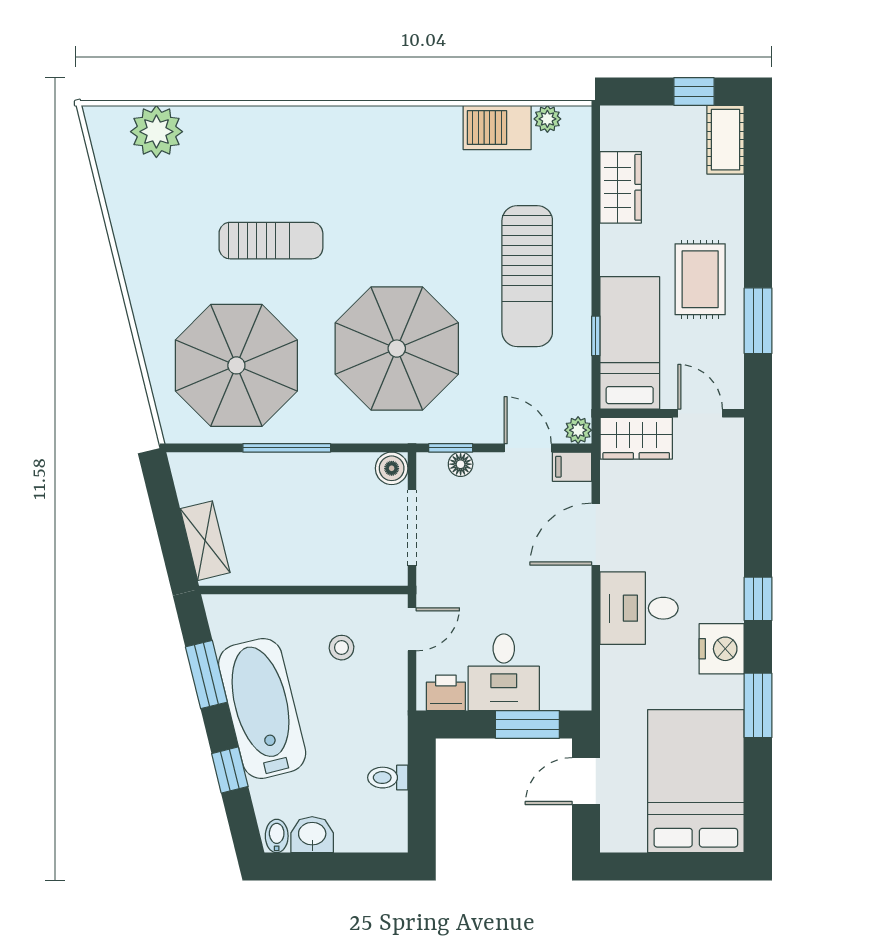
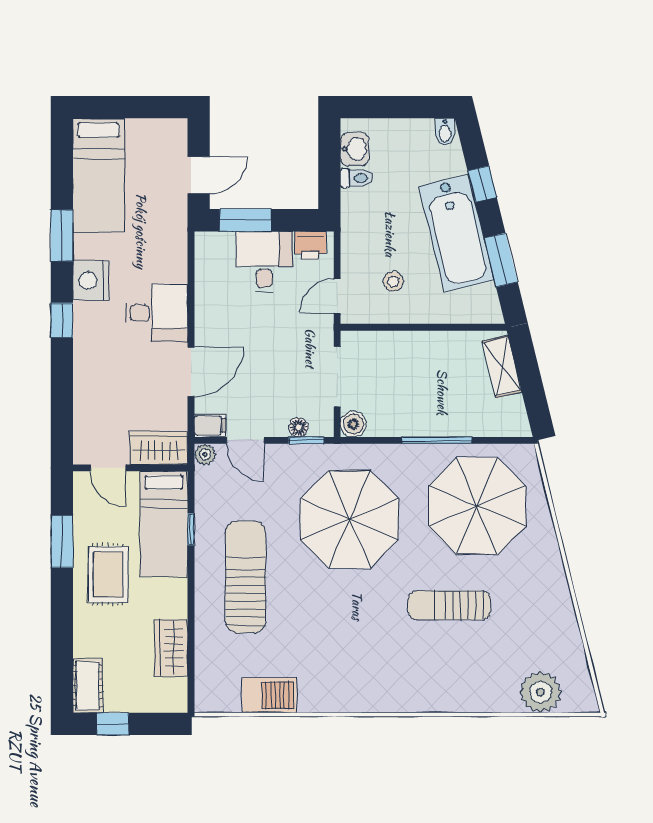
plant: (547, 119) -> (229, 702), removed
bed: (696, 781) -> (99, 175), width x0.67
washbasin: (312, 835) -> (355, 149), moved, turned -90

